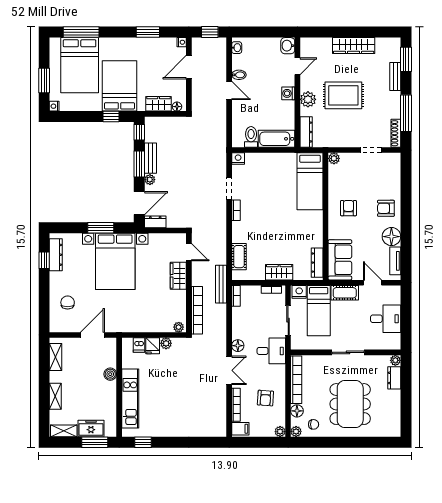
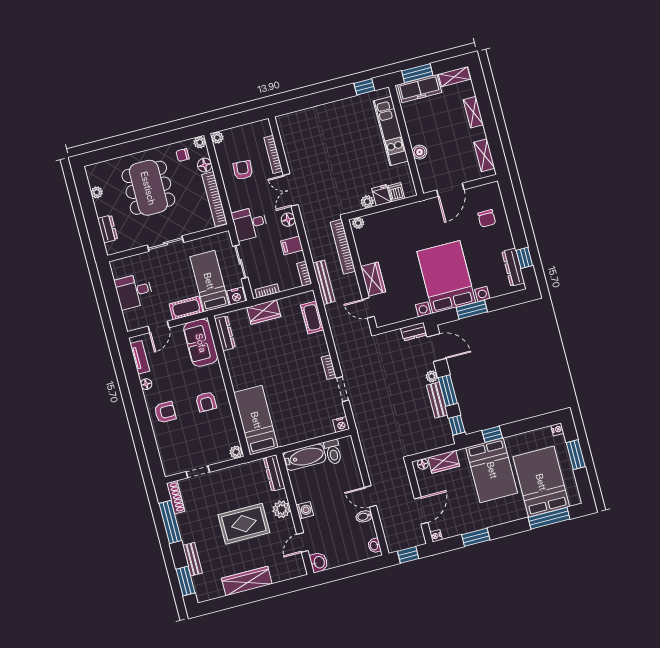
door: (139, 203) -> (437, 348), swing flipped
floor lamp: (391, 237) -> (146, 384), width x0.53, depth x0.53
door: (372, 283) -> (159, 327), hinge flipped
plant: (395, 360) -> (97, 192), moved
freezer: (91, 428) -> (420, 89), width x1.40
filing cabinet: (240, 429) -> (292, 246), moved

